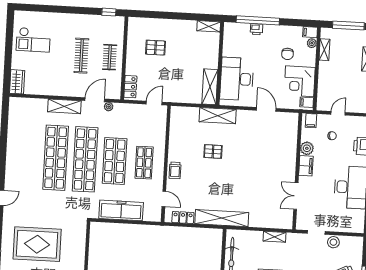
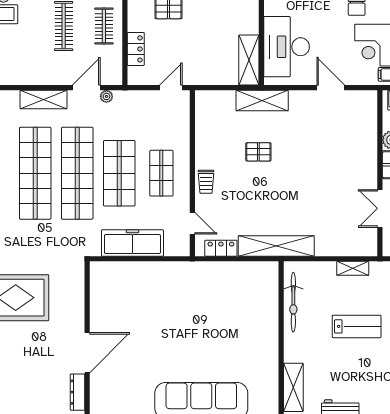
locker: (130, 87) -> (136, 49), moved

